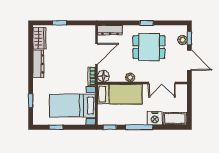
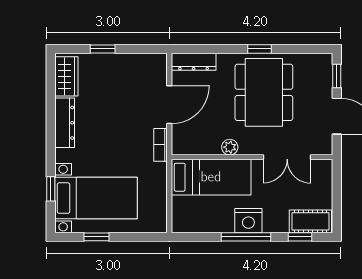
plant: (183, 40) -> (324, 80), removed
dining table: (149, 47) -> (264, 92), width x1.38
floor lamp: (103, 76) -> (182, 145), removed
bed with nightstands: (73, 106) -> (96, 198), moved, turned 180
nightstand: (155, 118) -> (248, 221), moved
window: (110, 127) -> (300, 237), moved

